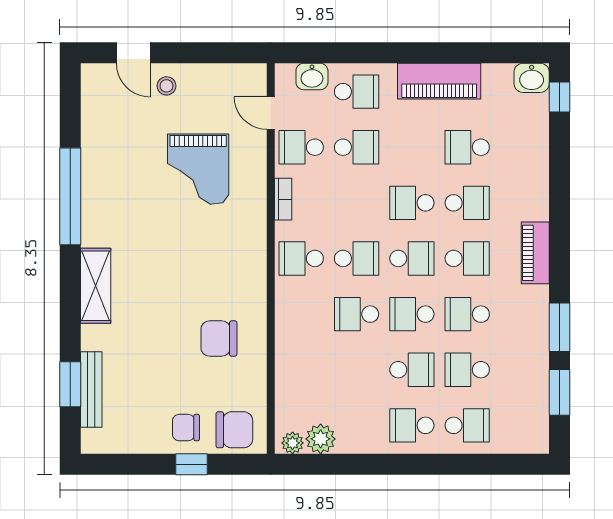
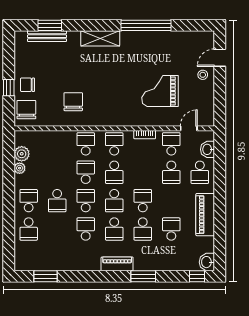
window: (559, 327) -> (143, 276), moved
school desk: (467, 370) -> (86, 144), moved
chair: (186, 428) -> (28, 85), turned -90
chair: (234, 430) -> (26, 110), turned 180
plant: (293, 443) -> (20, 168), moved

